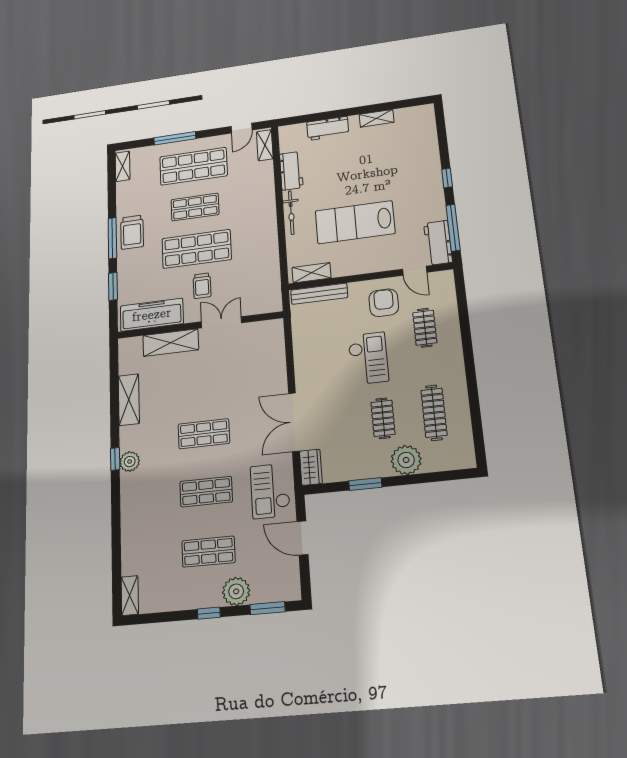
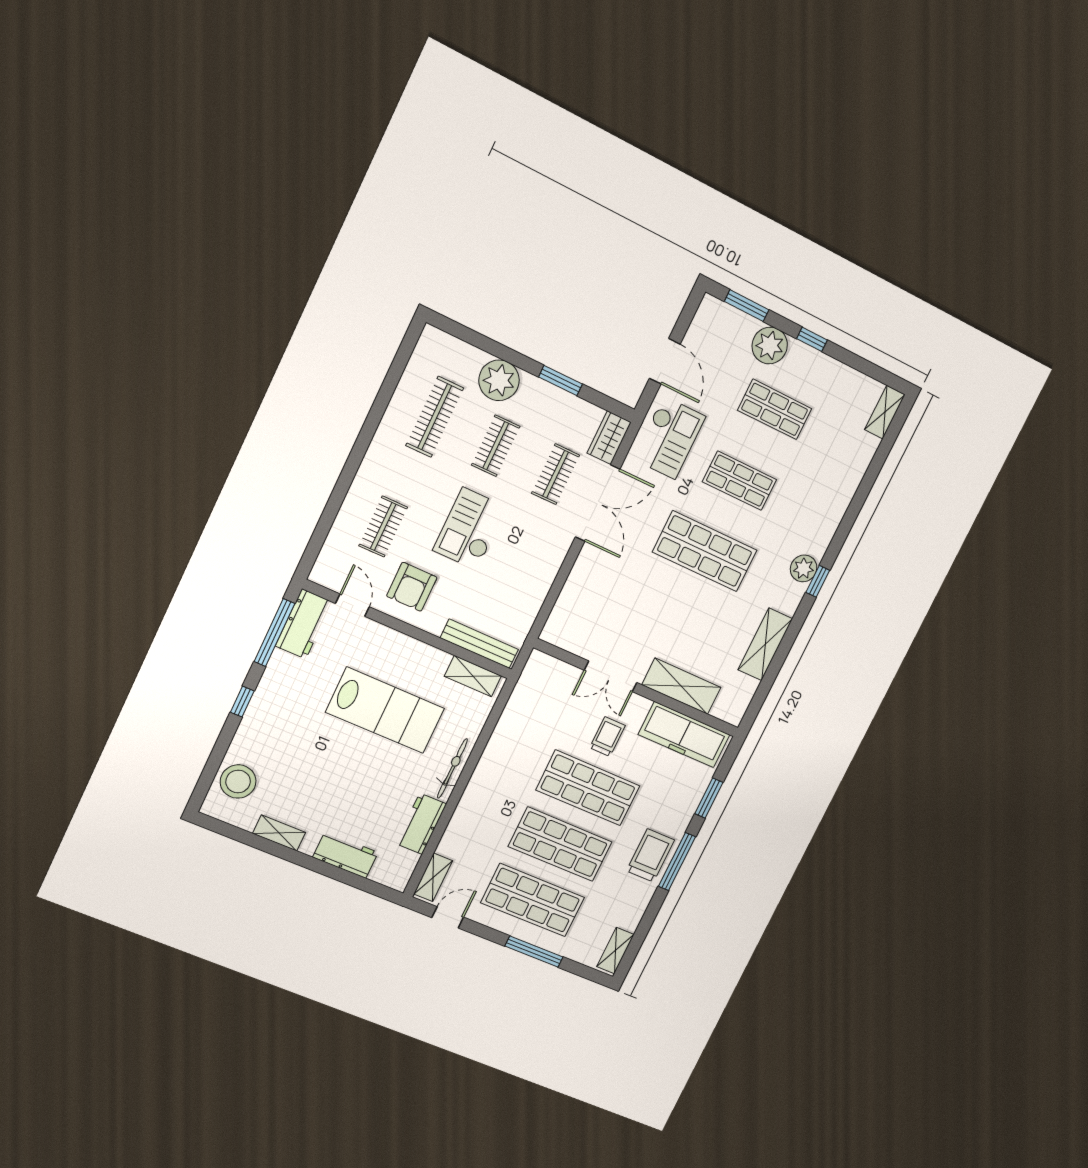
stool: (420, 133) -> (238, 781), added
shop shelf: (195, 207) -> (560, 844), width x1.43, depth x1.36
clothes rail: (333, 424) -> (556, 474), added
shop shelf: (204, 434) -> (705, 551), width x1.43, depth x1.36

